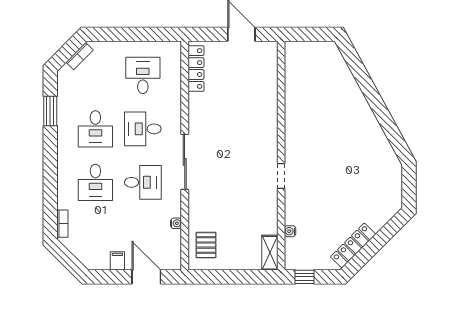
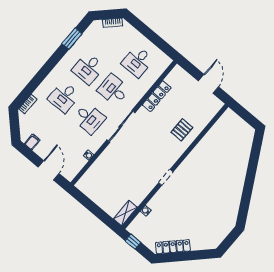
locker: (196, 69) -> (157, 96), moved
desk: (143, 75) -> (137, 61), turned 180
pallet: (206, 245) -> (182, 130), moved
filing cabinet: (117, 261) -> (32, 142), moved

